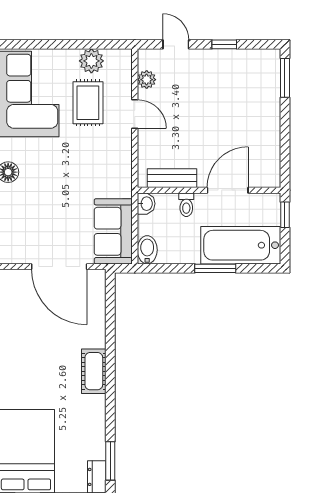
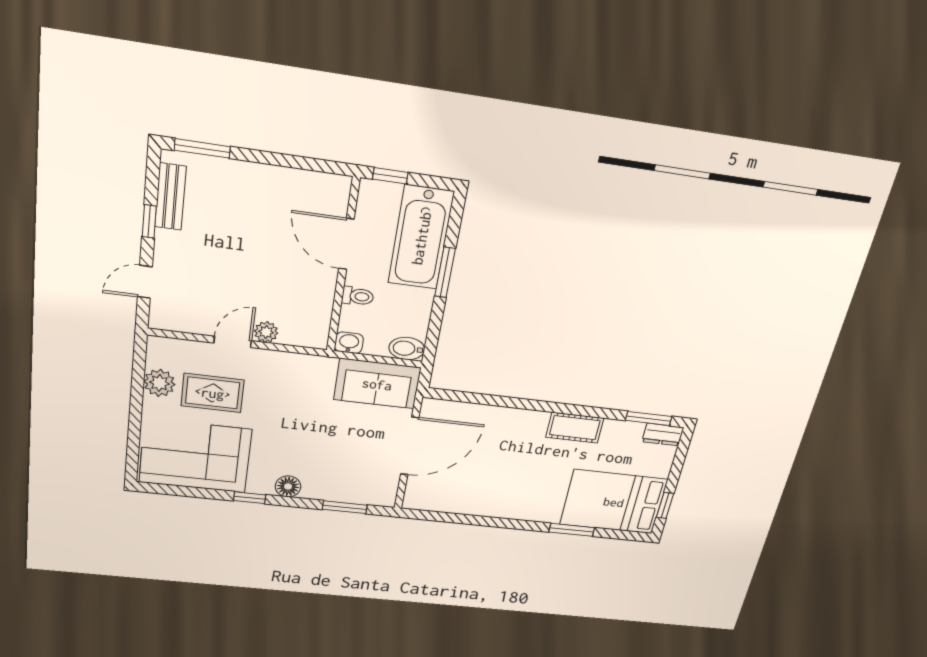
plant: (147, 80) -> (266, 332), moved
bench: (172, 178) -> (170, 197), moved
cot: (94, 371) -> (575, 428), moved

